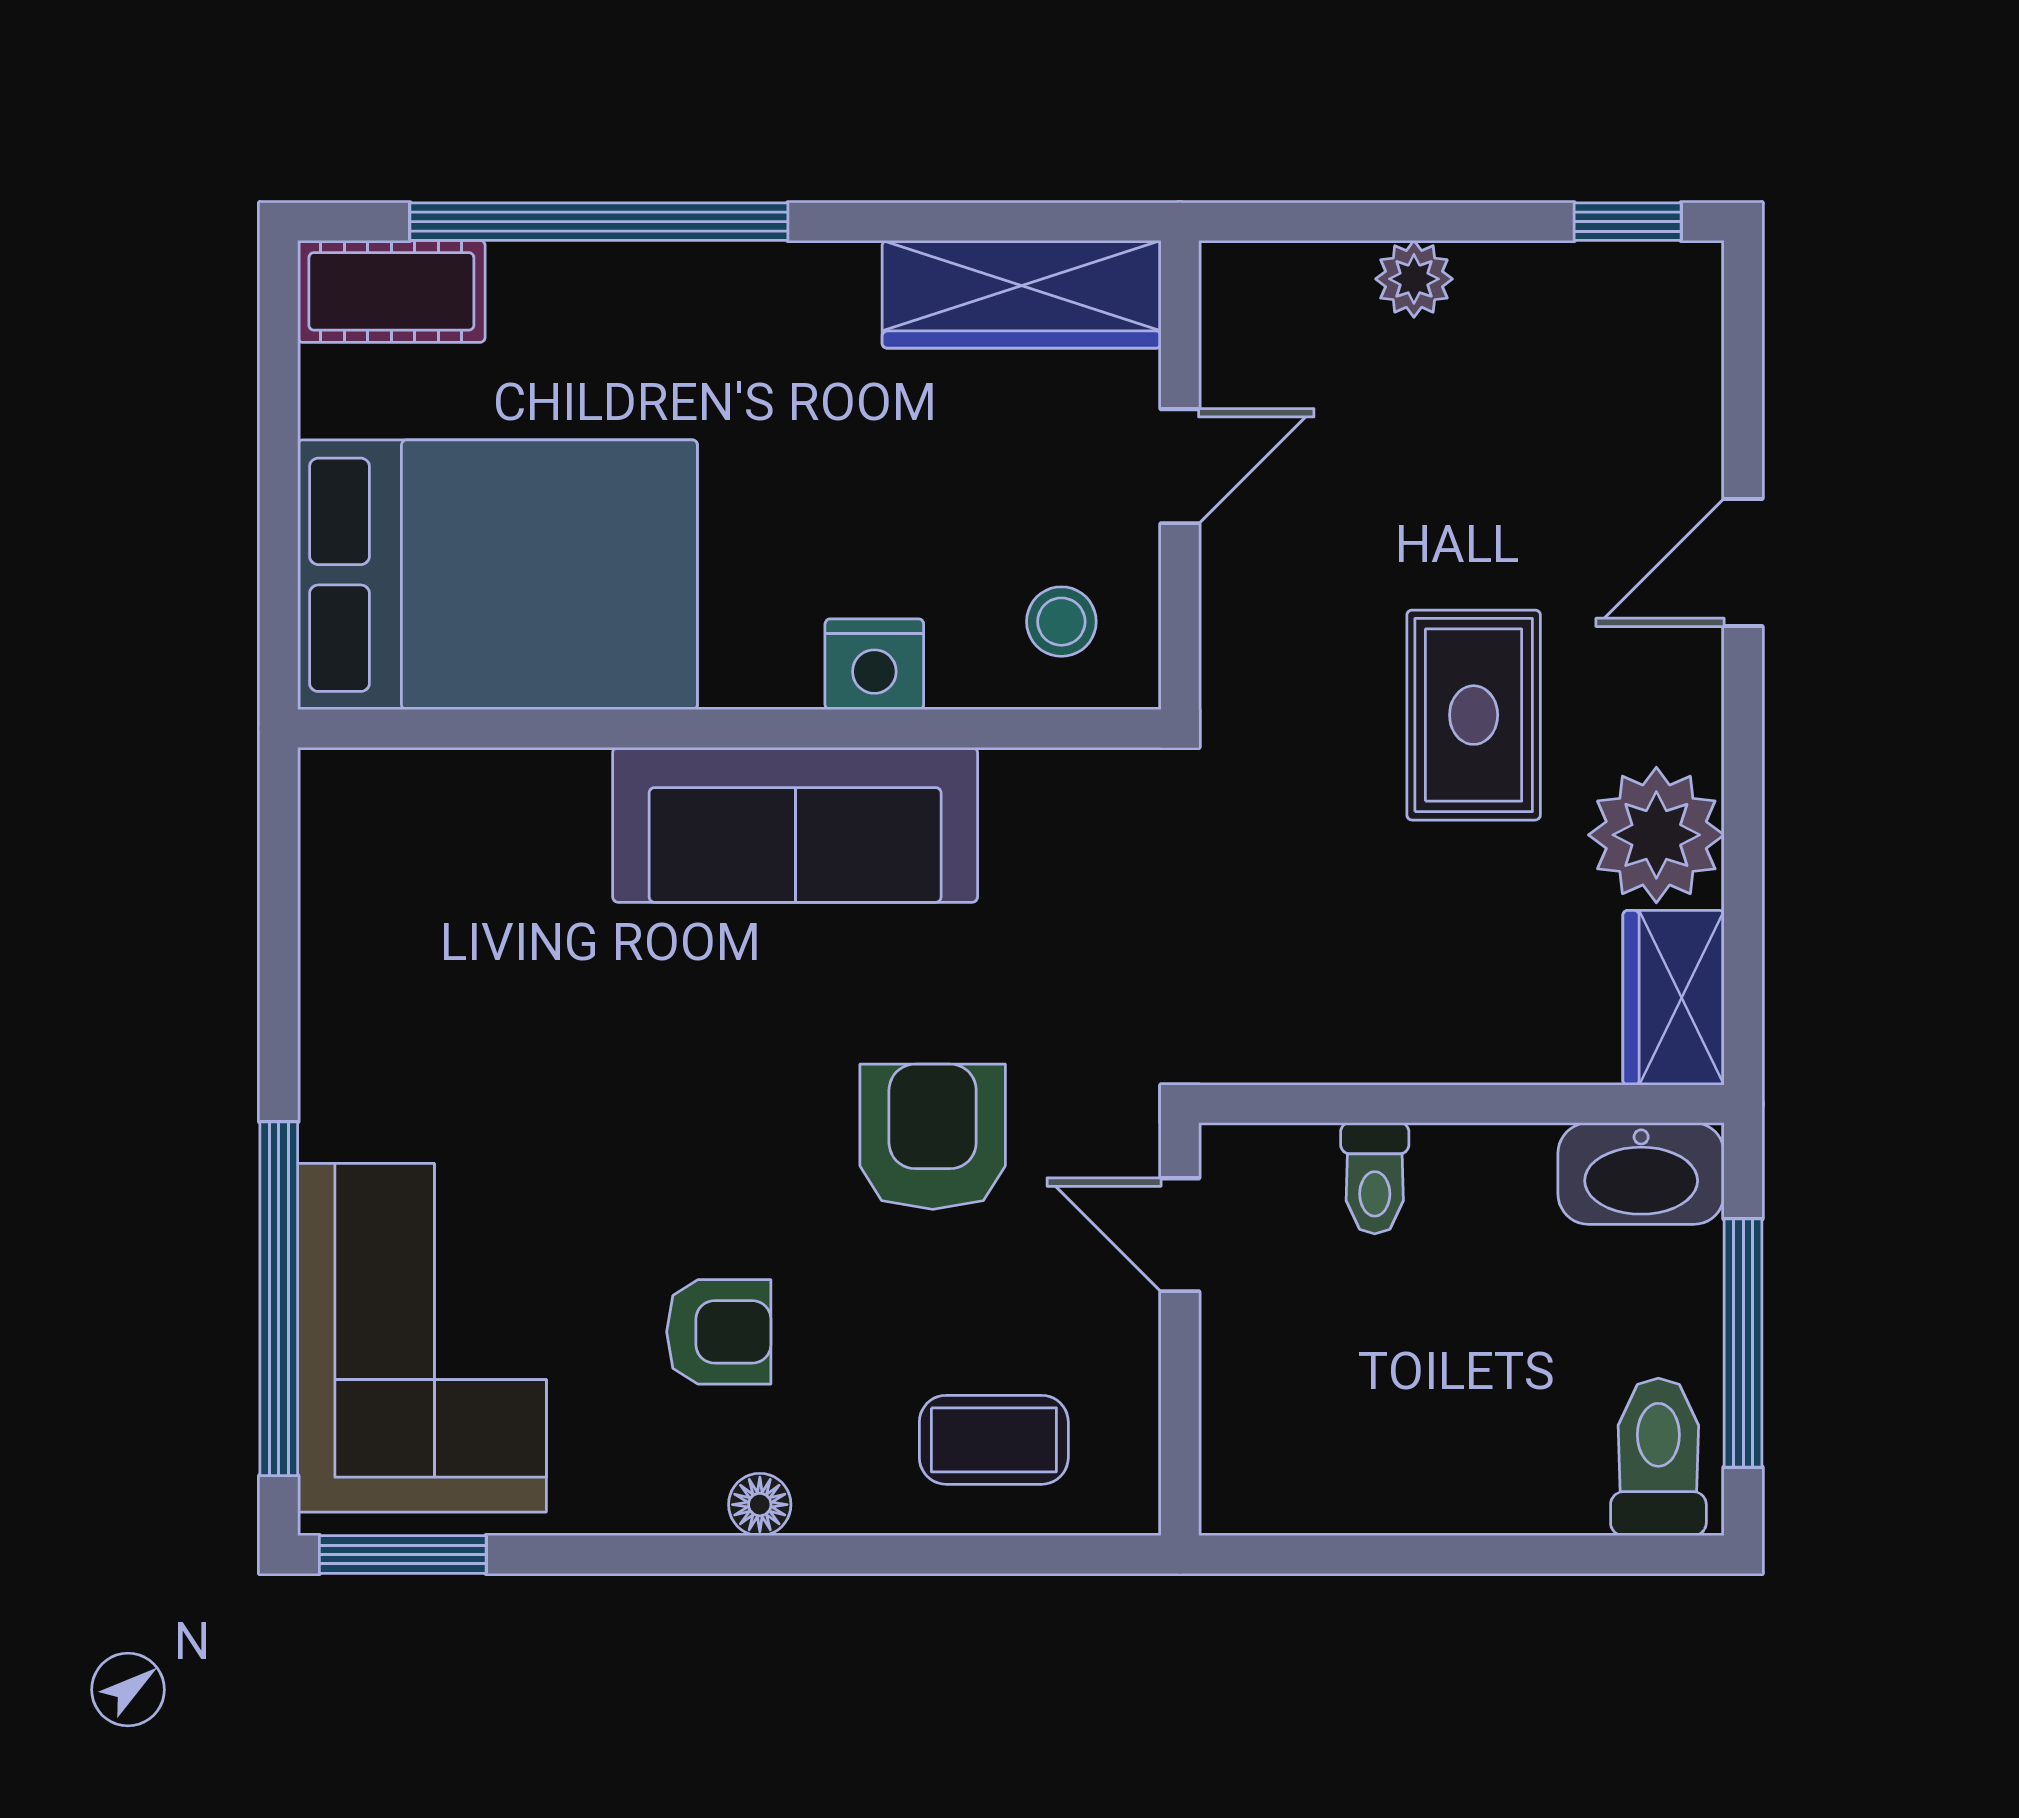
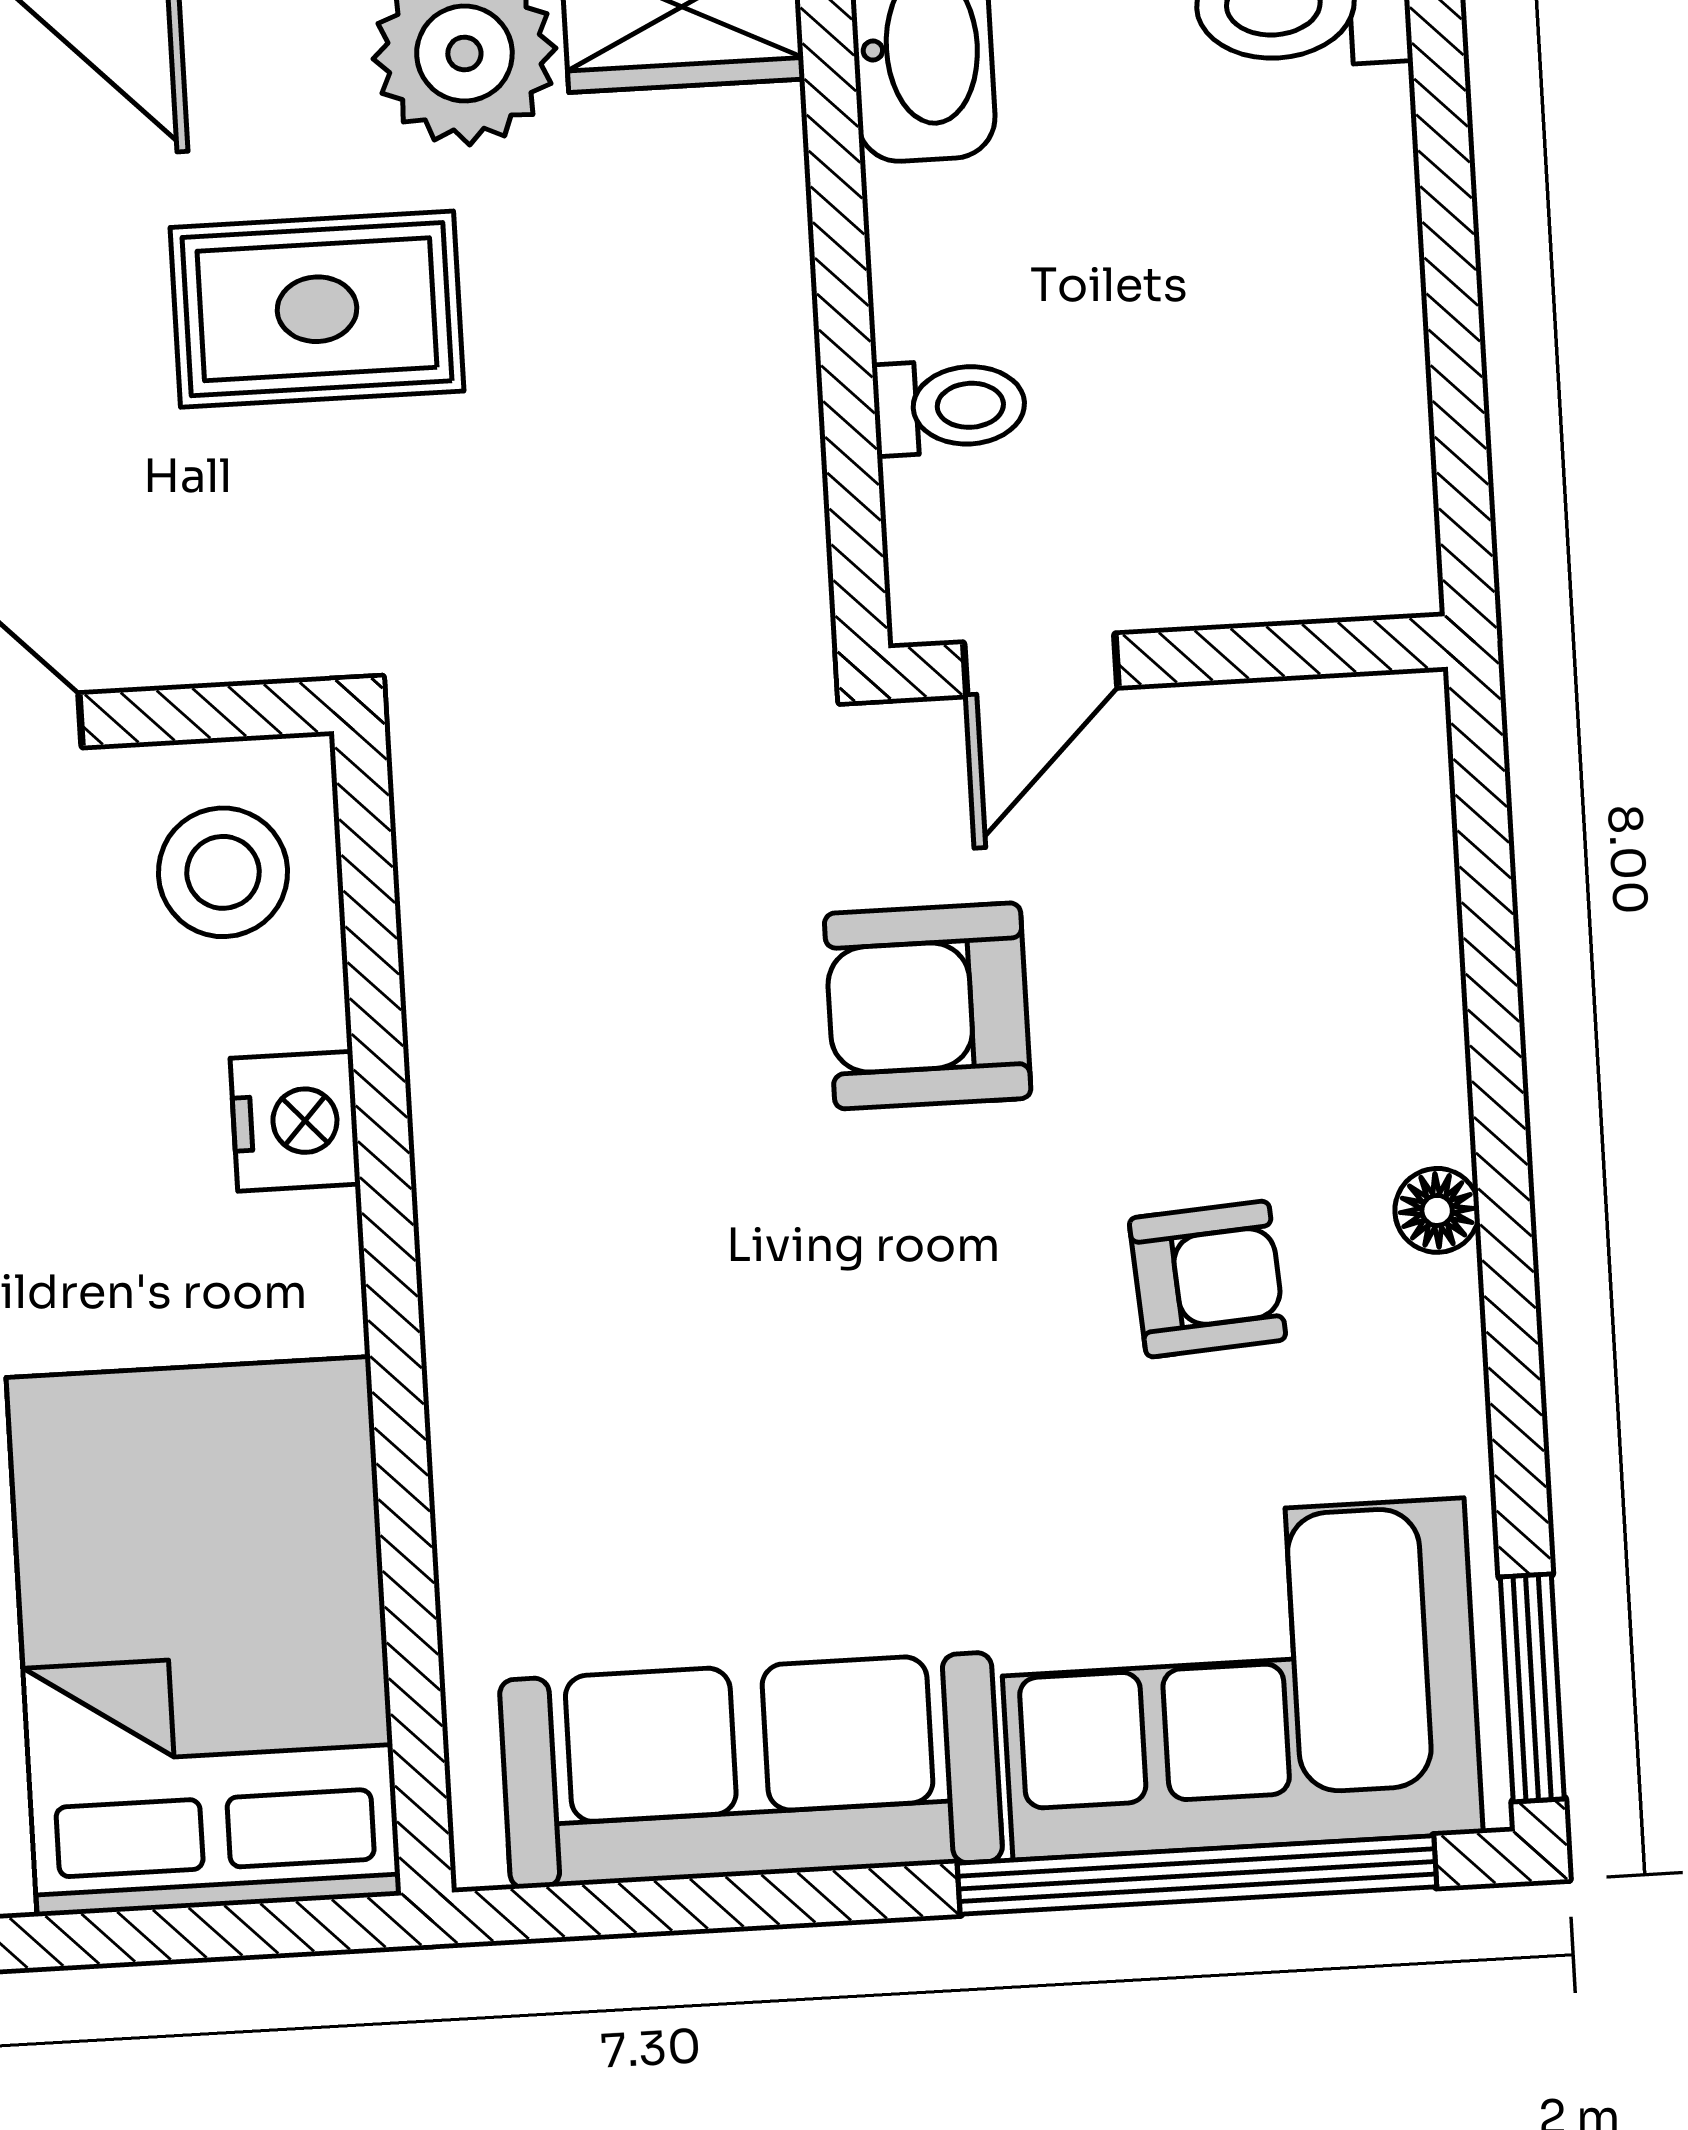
stool: (1061, 622) -> (223, 872), width x1.37, depth x1.37
sofa: (795, 825) -> (751, 1770), moved, turned -90
armchair: (719, 1332) -> (1207, 1279), turned 86
coffee table: (994, 1440) -> (1332, 900), removed

